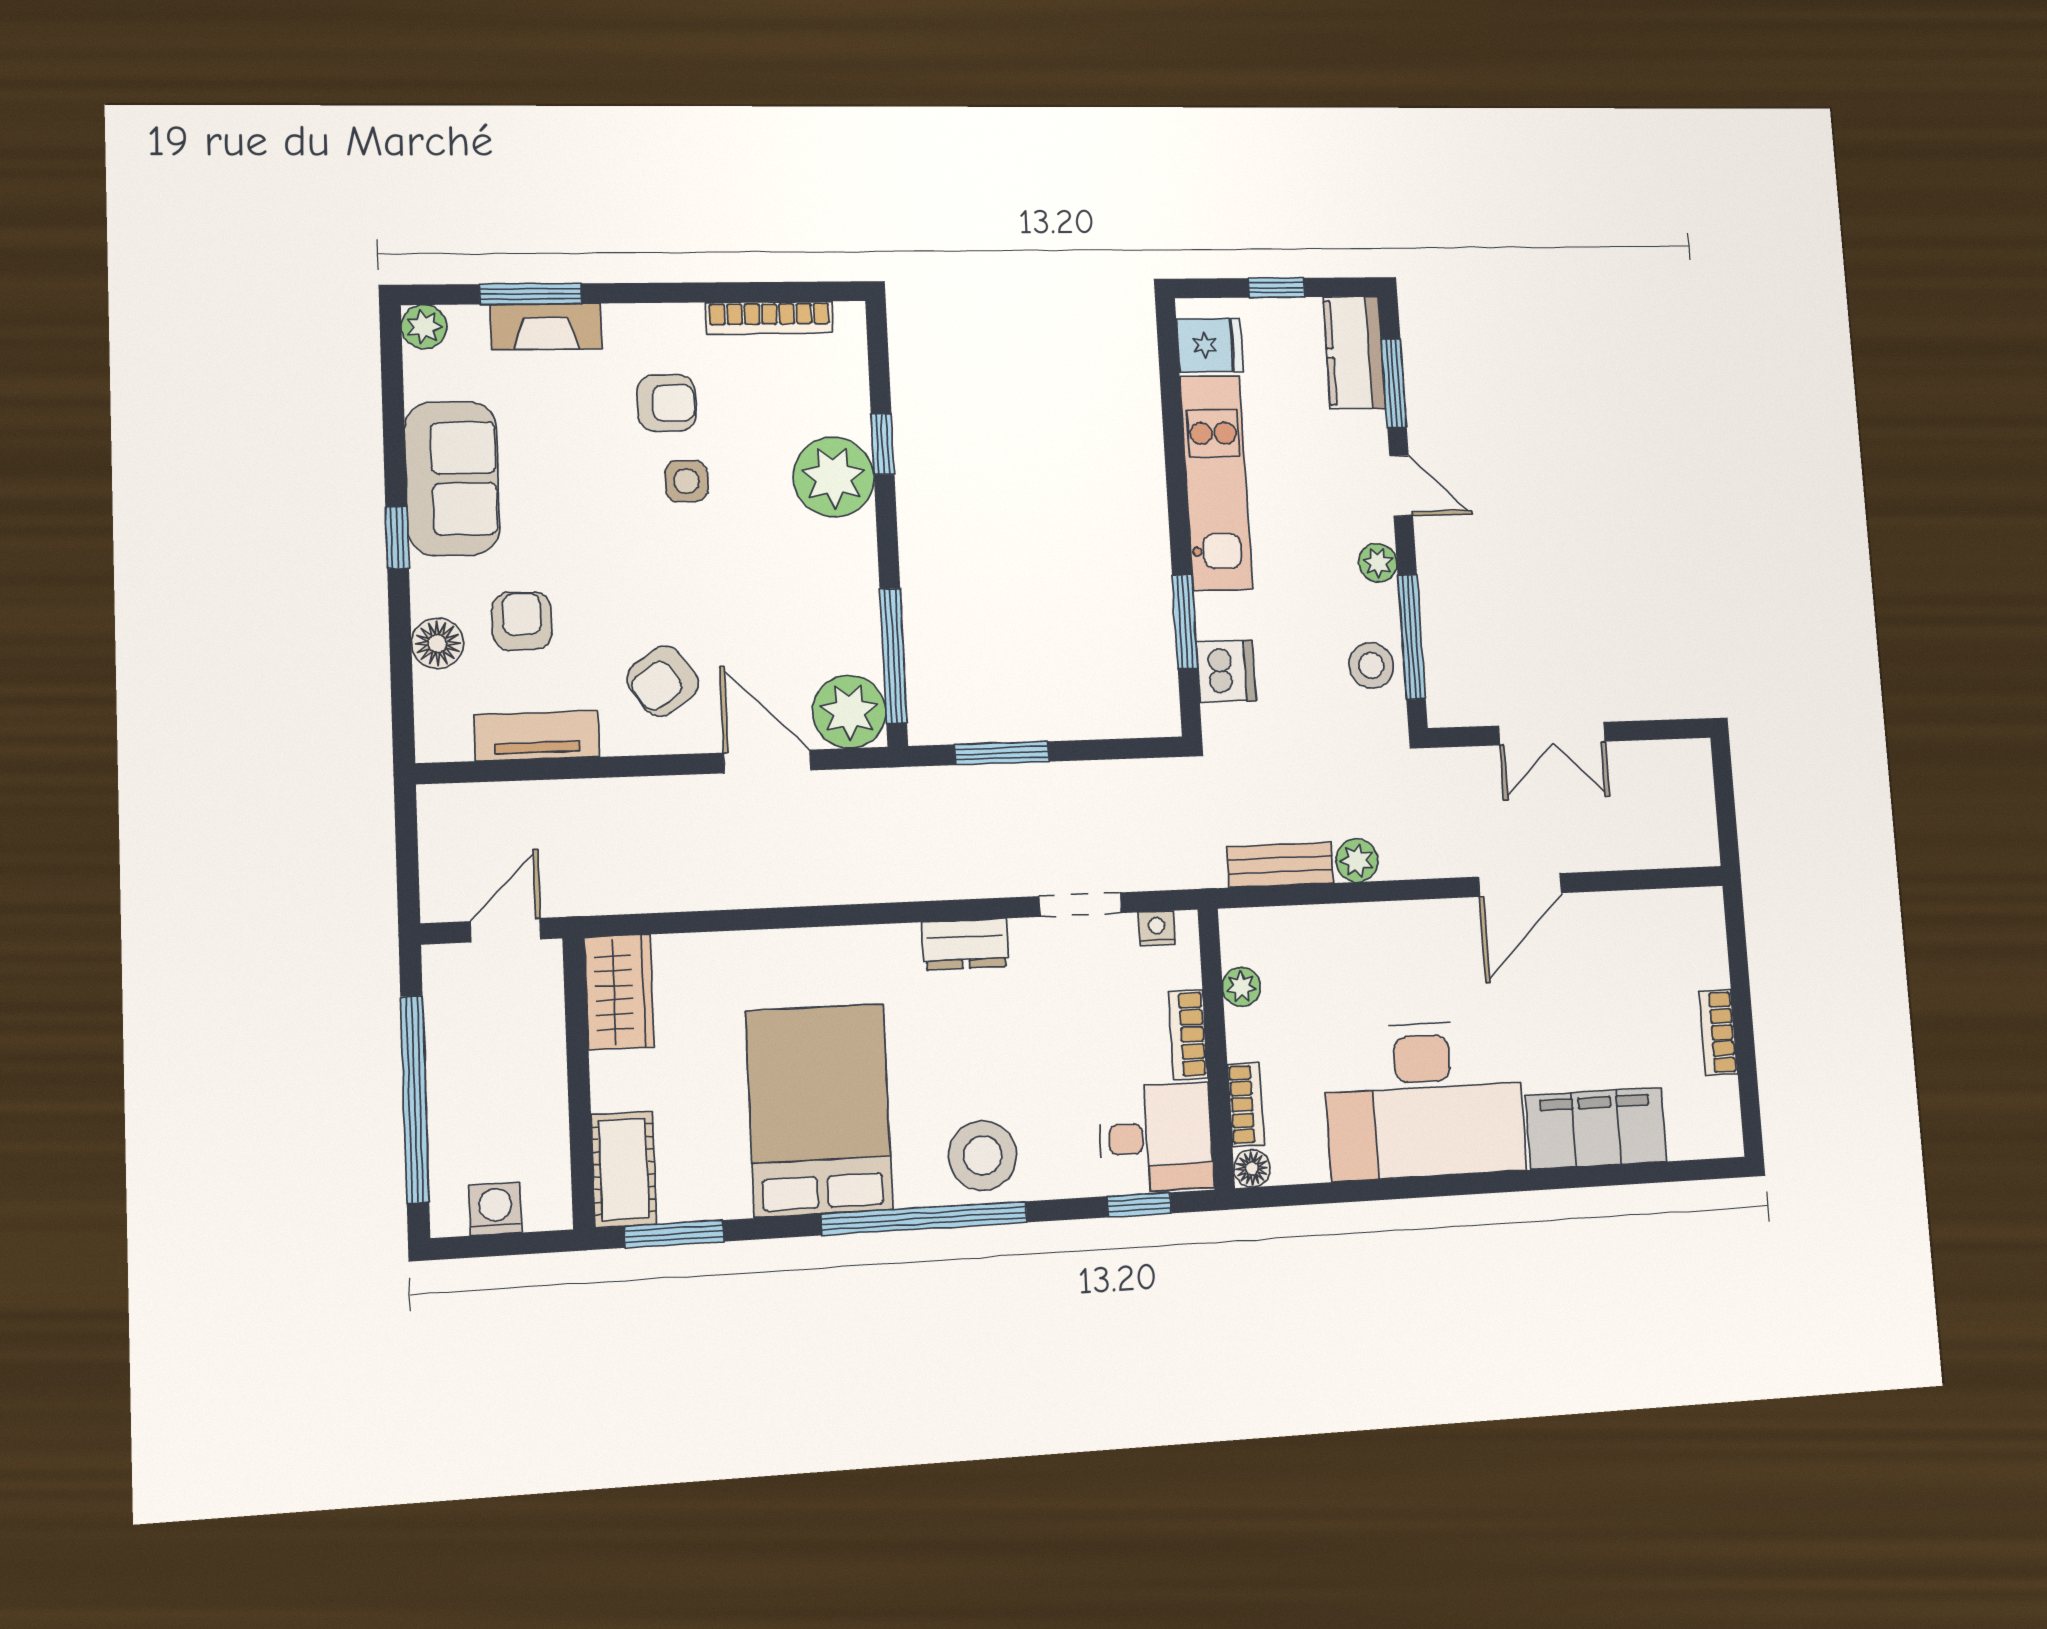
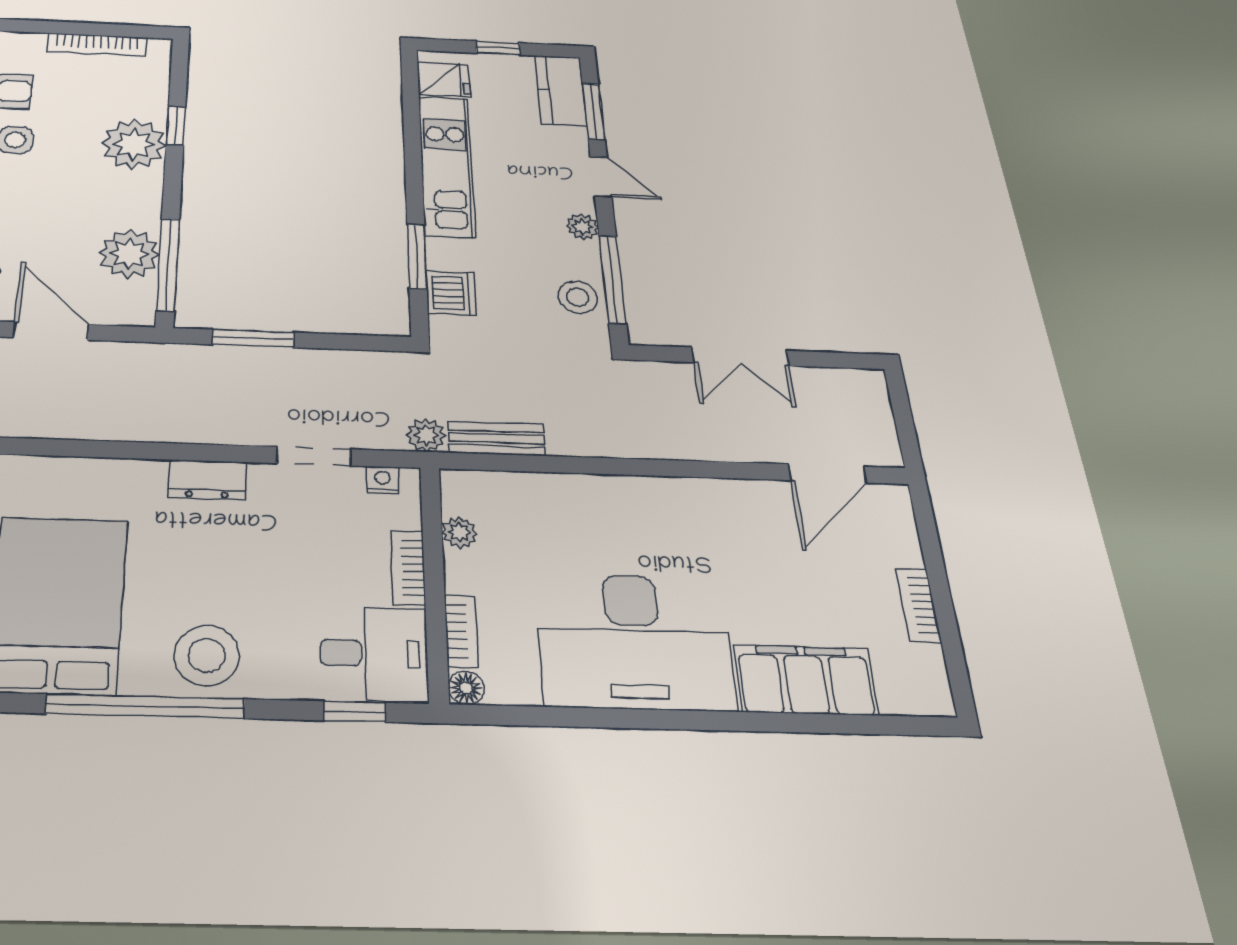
plant: (849, 712) -> (129, 254), moved
plant: (1357, 860) -> (426, 435), moved
door: (1520, 885) -> (828, 473), moved

